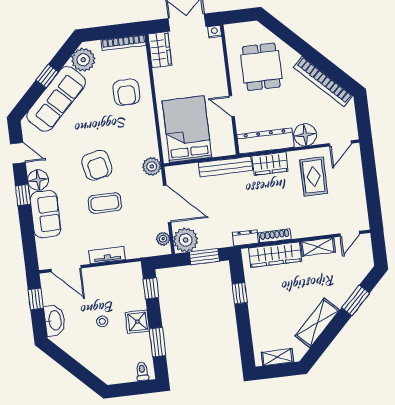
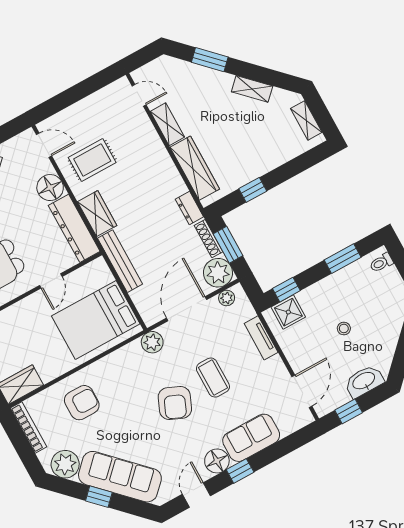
armchair: (97, 165) -> (175, 403), turned 125
shoe rack: (275, 236) -> (208, 239), moved
tv unit: (107, 255) -> (261, 338), moved
shower: (137, 322) -> (288, 312), moved
shelving: (317, 323) -> (252, 89), width x0.67, depth x0.75

